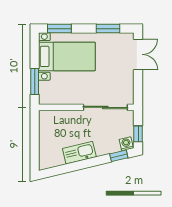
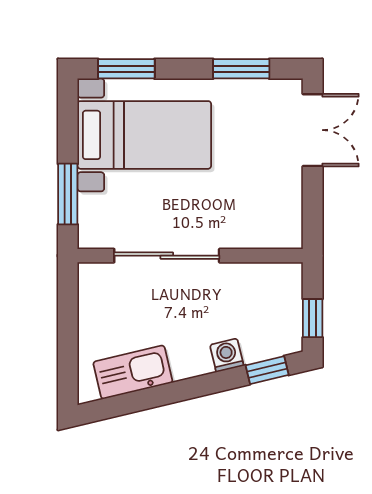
sliding door: (105, 107) -> (167, 256), moved
washing machine: (126, 144) -> (227, 355), moved
kitchen sink: (79, 153) -> (133, 372), moved

